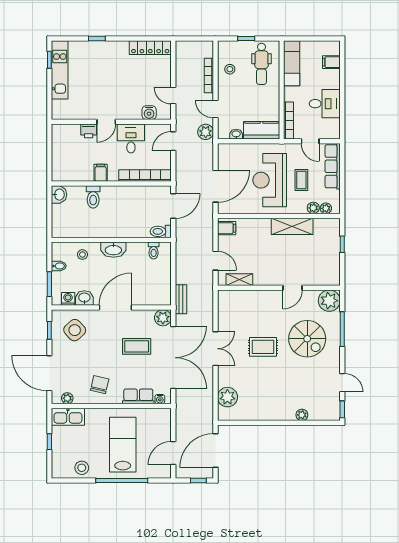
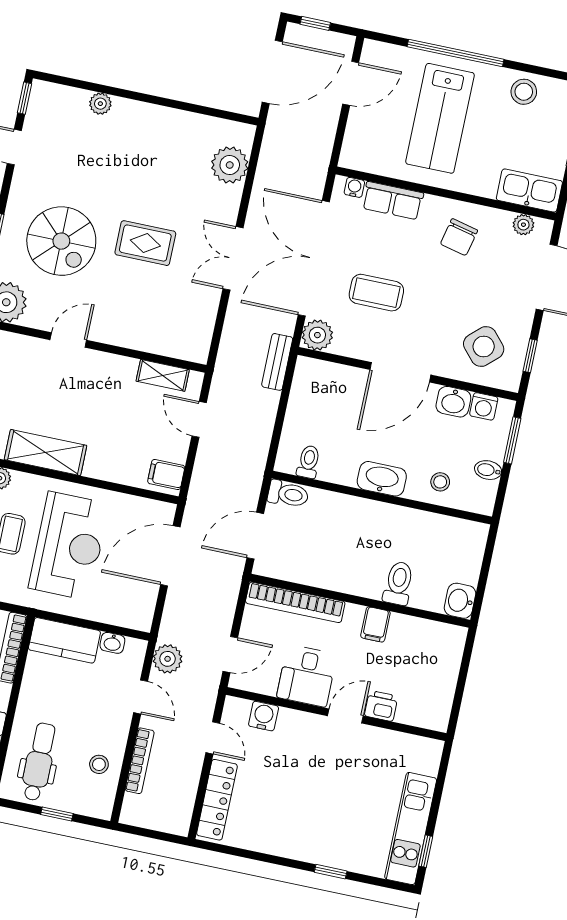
locker: (150, 48) -> (217, 800), moved, turned 90
spiral stairs: (307, 339) -> (61, 241), turned 180

